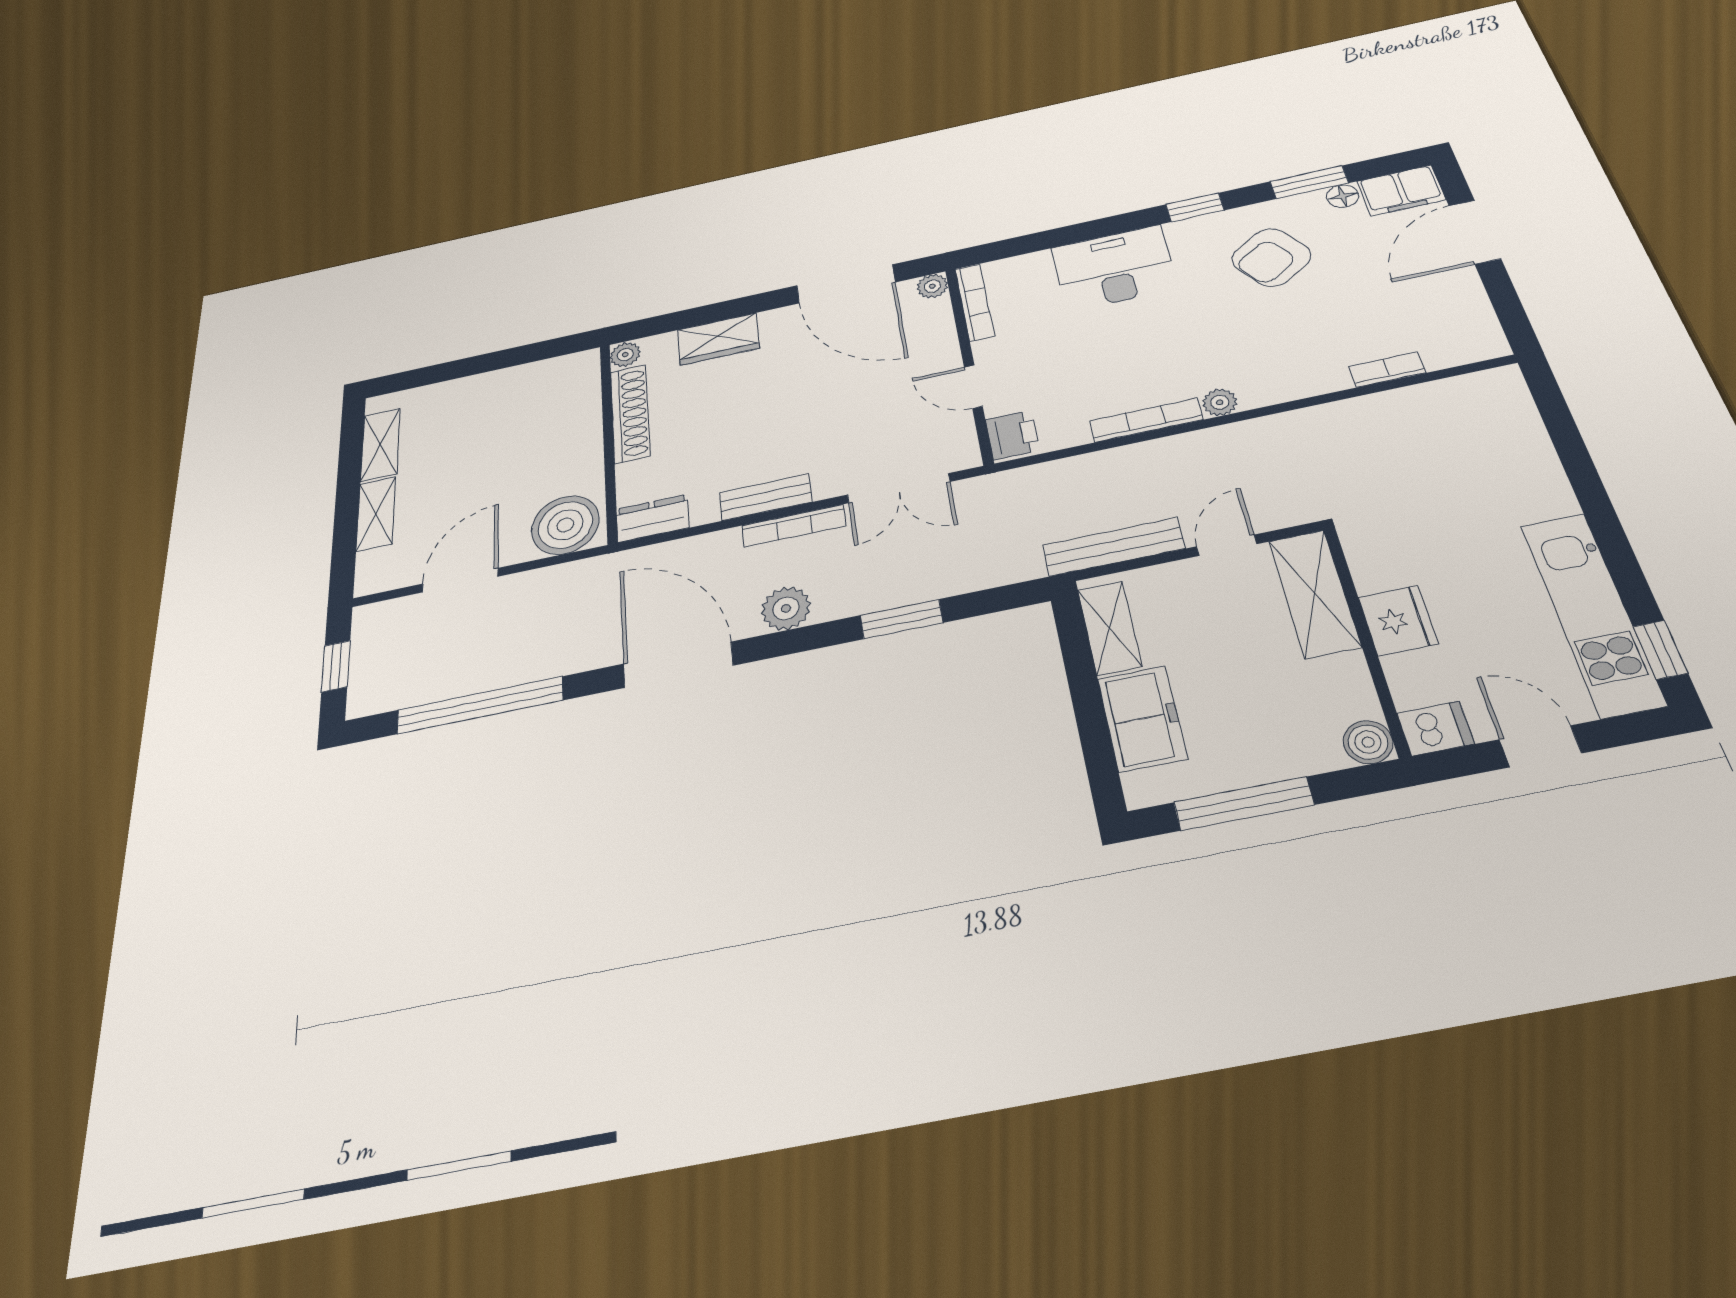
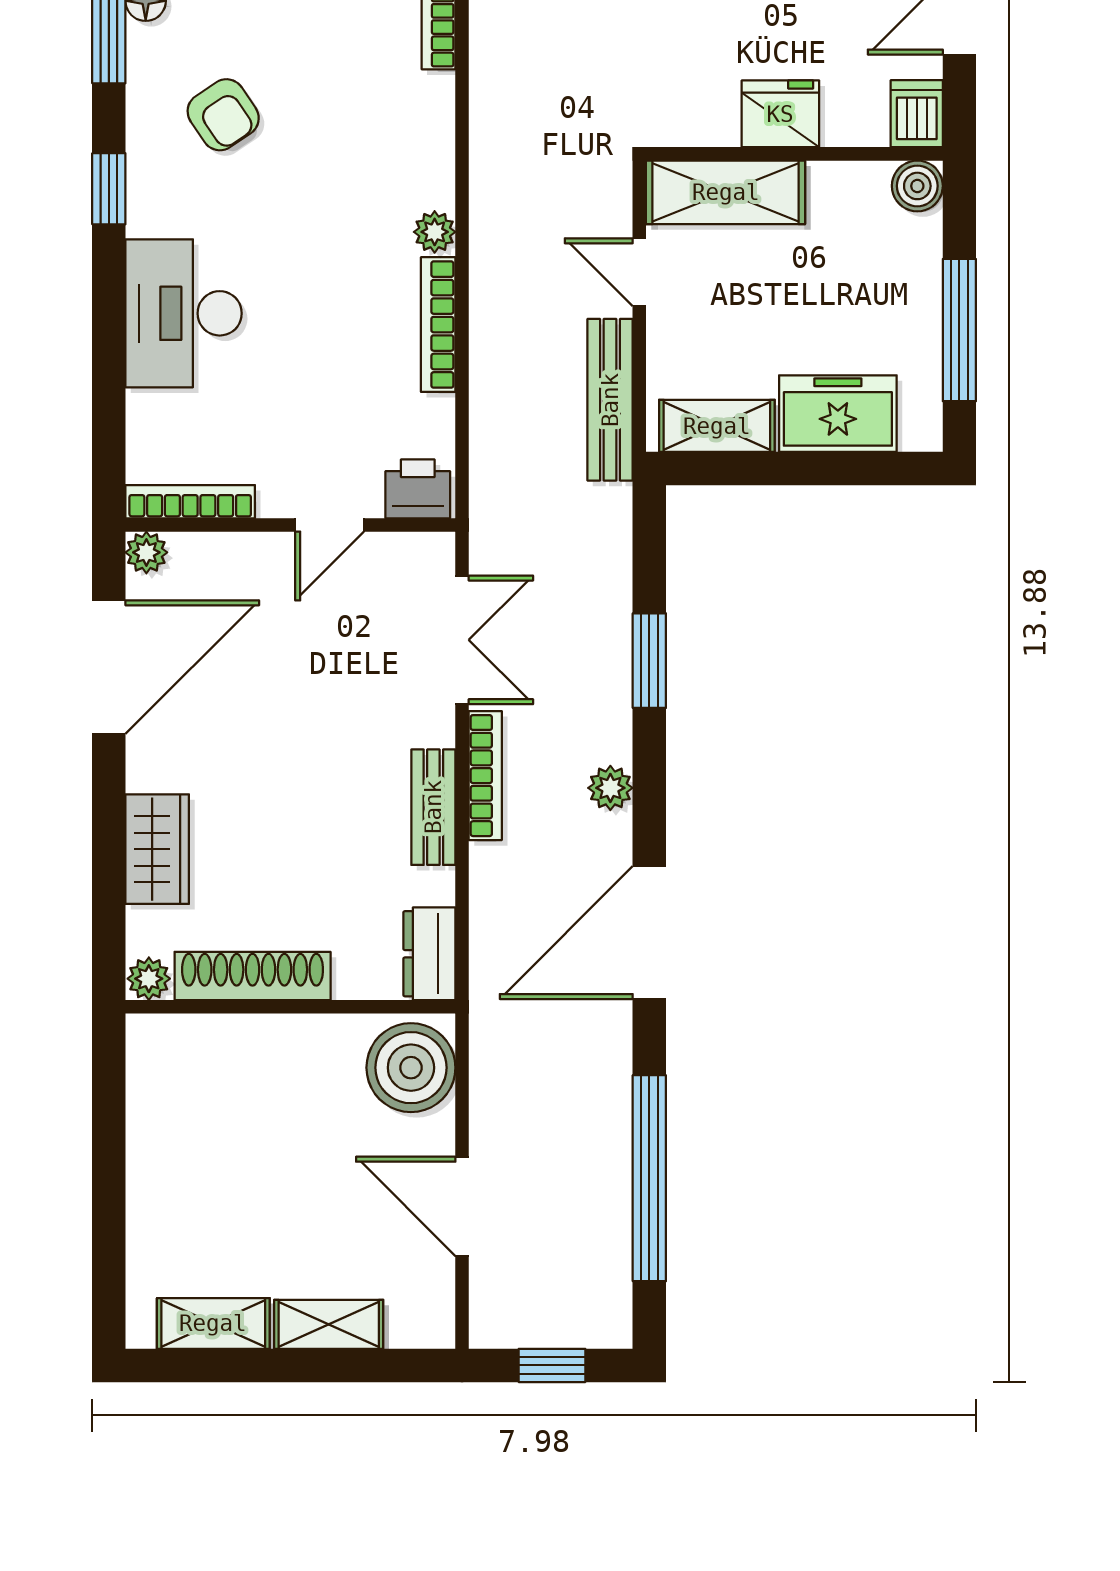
armchair: (1271, 257) -> (223, 115), width x0.72, depth x0.72
plant: (786, 608) -> (610, 788), width x0.73, depth x0.73

